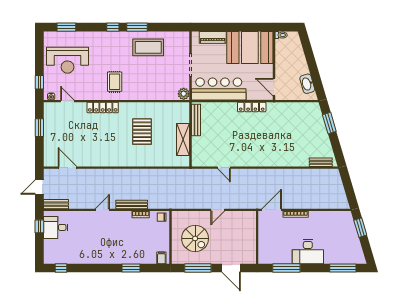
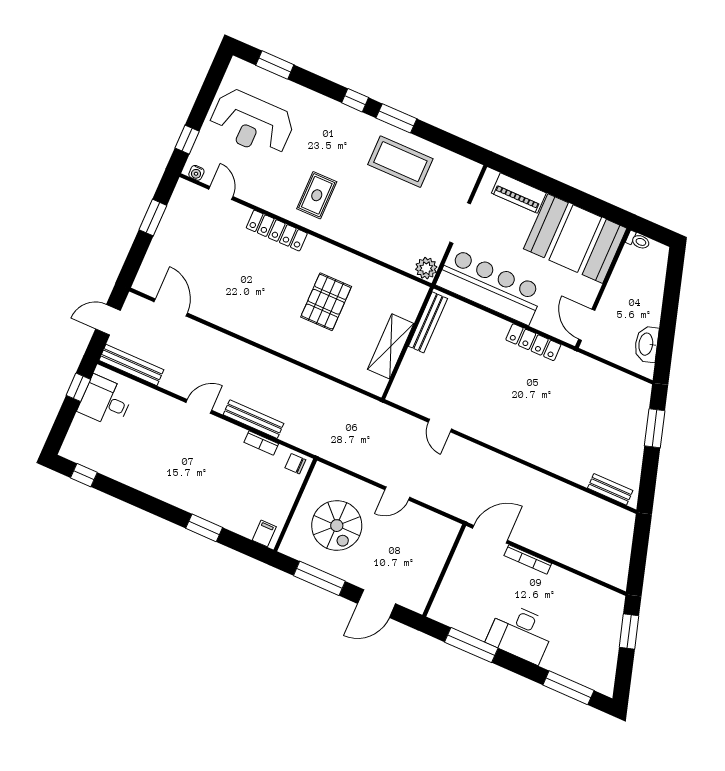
bench: (56, 204) -> (131, 365), width x1.36
door: (231, 268) -> (377, 604), hinge flipped

